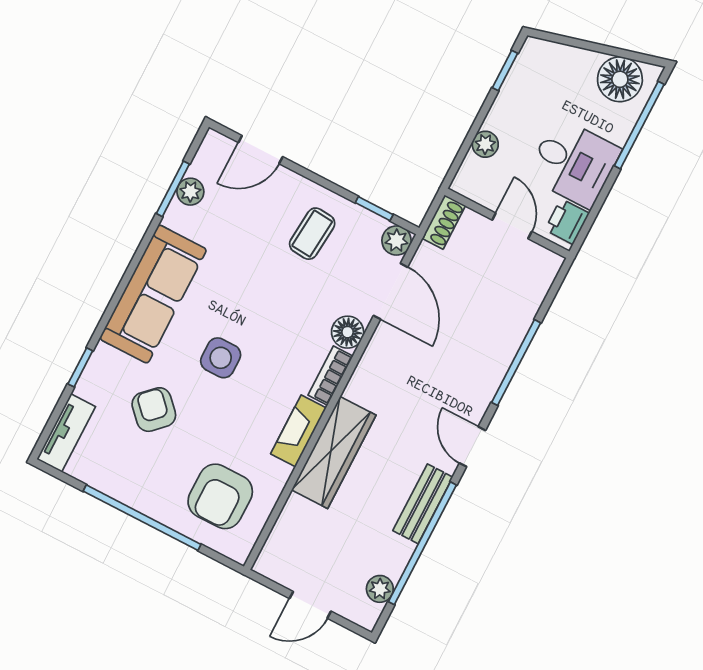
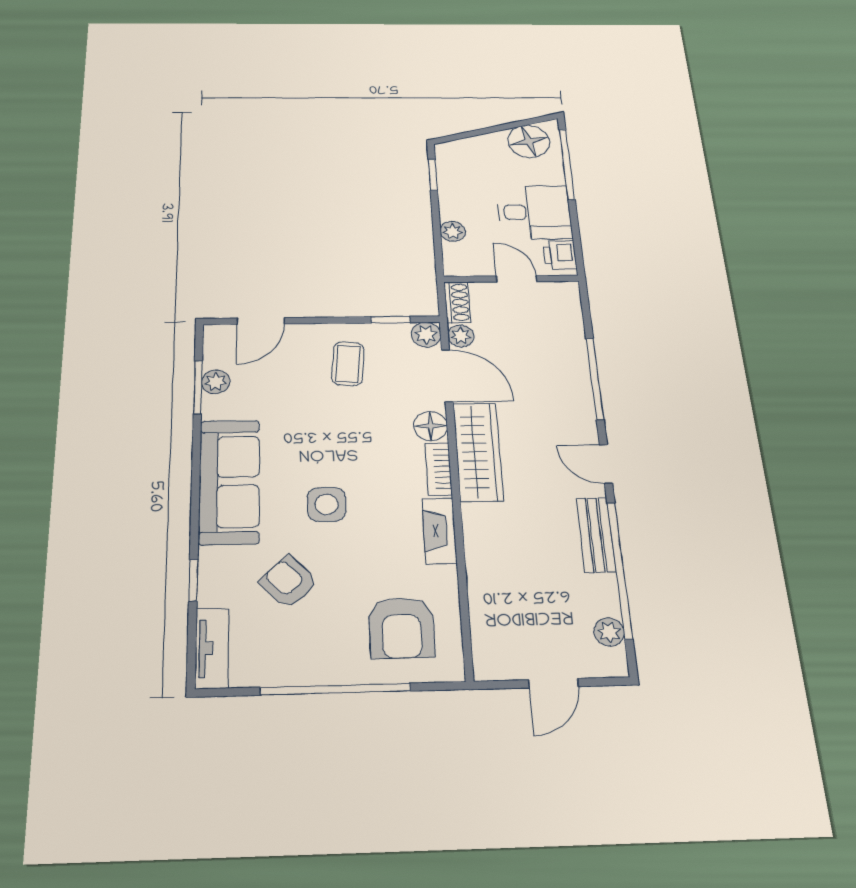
plant: (426, 258) -> (461, 336), added
wardrobe: (334, 452) -> (478, 452), moved

